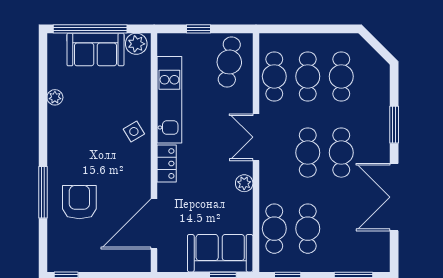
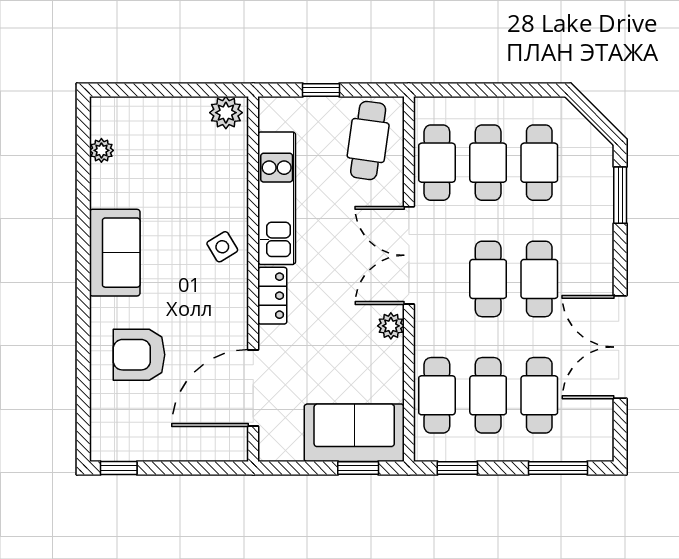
window: (90, 29) -> (155, 90), removed
sofa: (95, 50) -> (115, 253), moved, turned -90
plant: (55, 97) -> (101, 150), moved
window: (394, 125) -> (620, 195), moved
double door: (256, 137) -> (409, 255), width x1.37
window: (43, 192) -> (83, 340), removed
armchair: (79, 202) -> (139, 355), turned -90
cafe table: (341, 229) -> (539, 395), added

